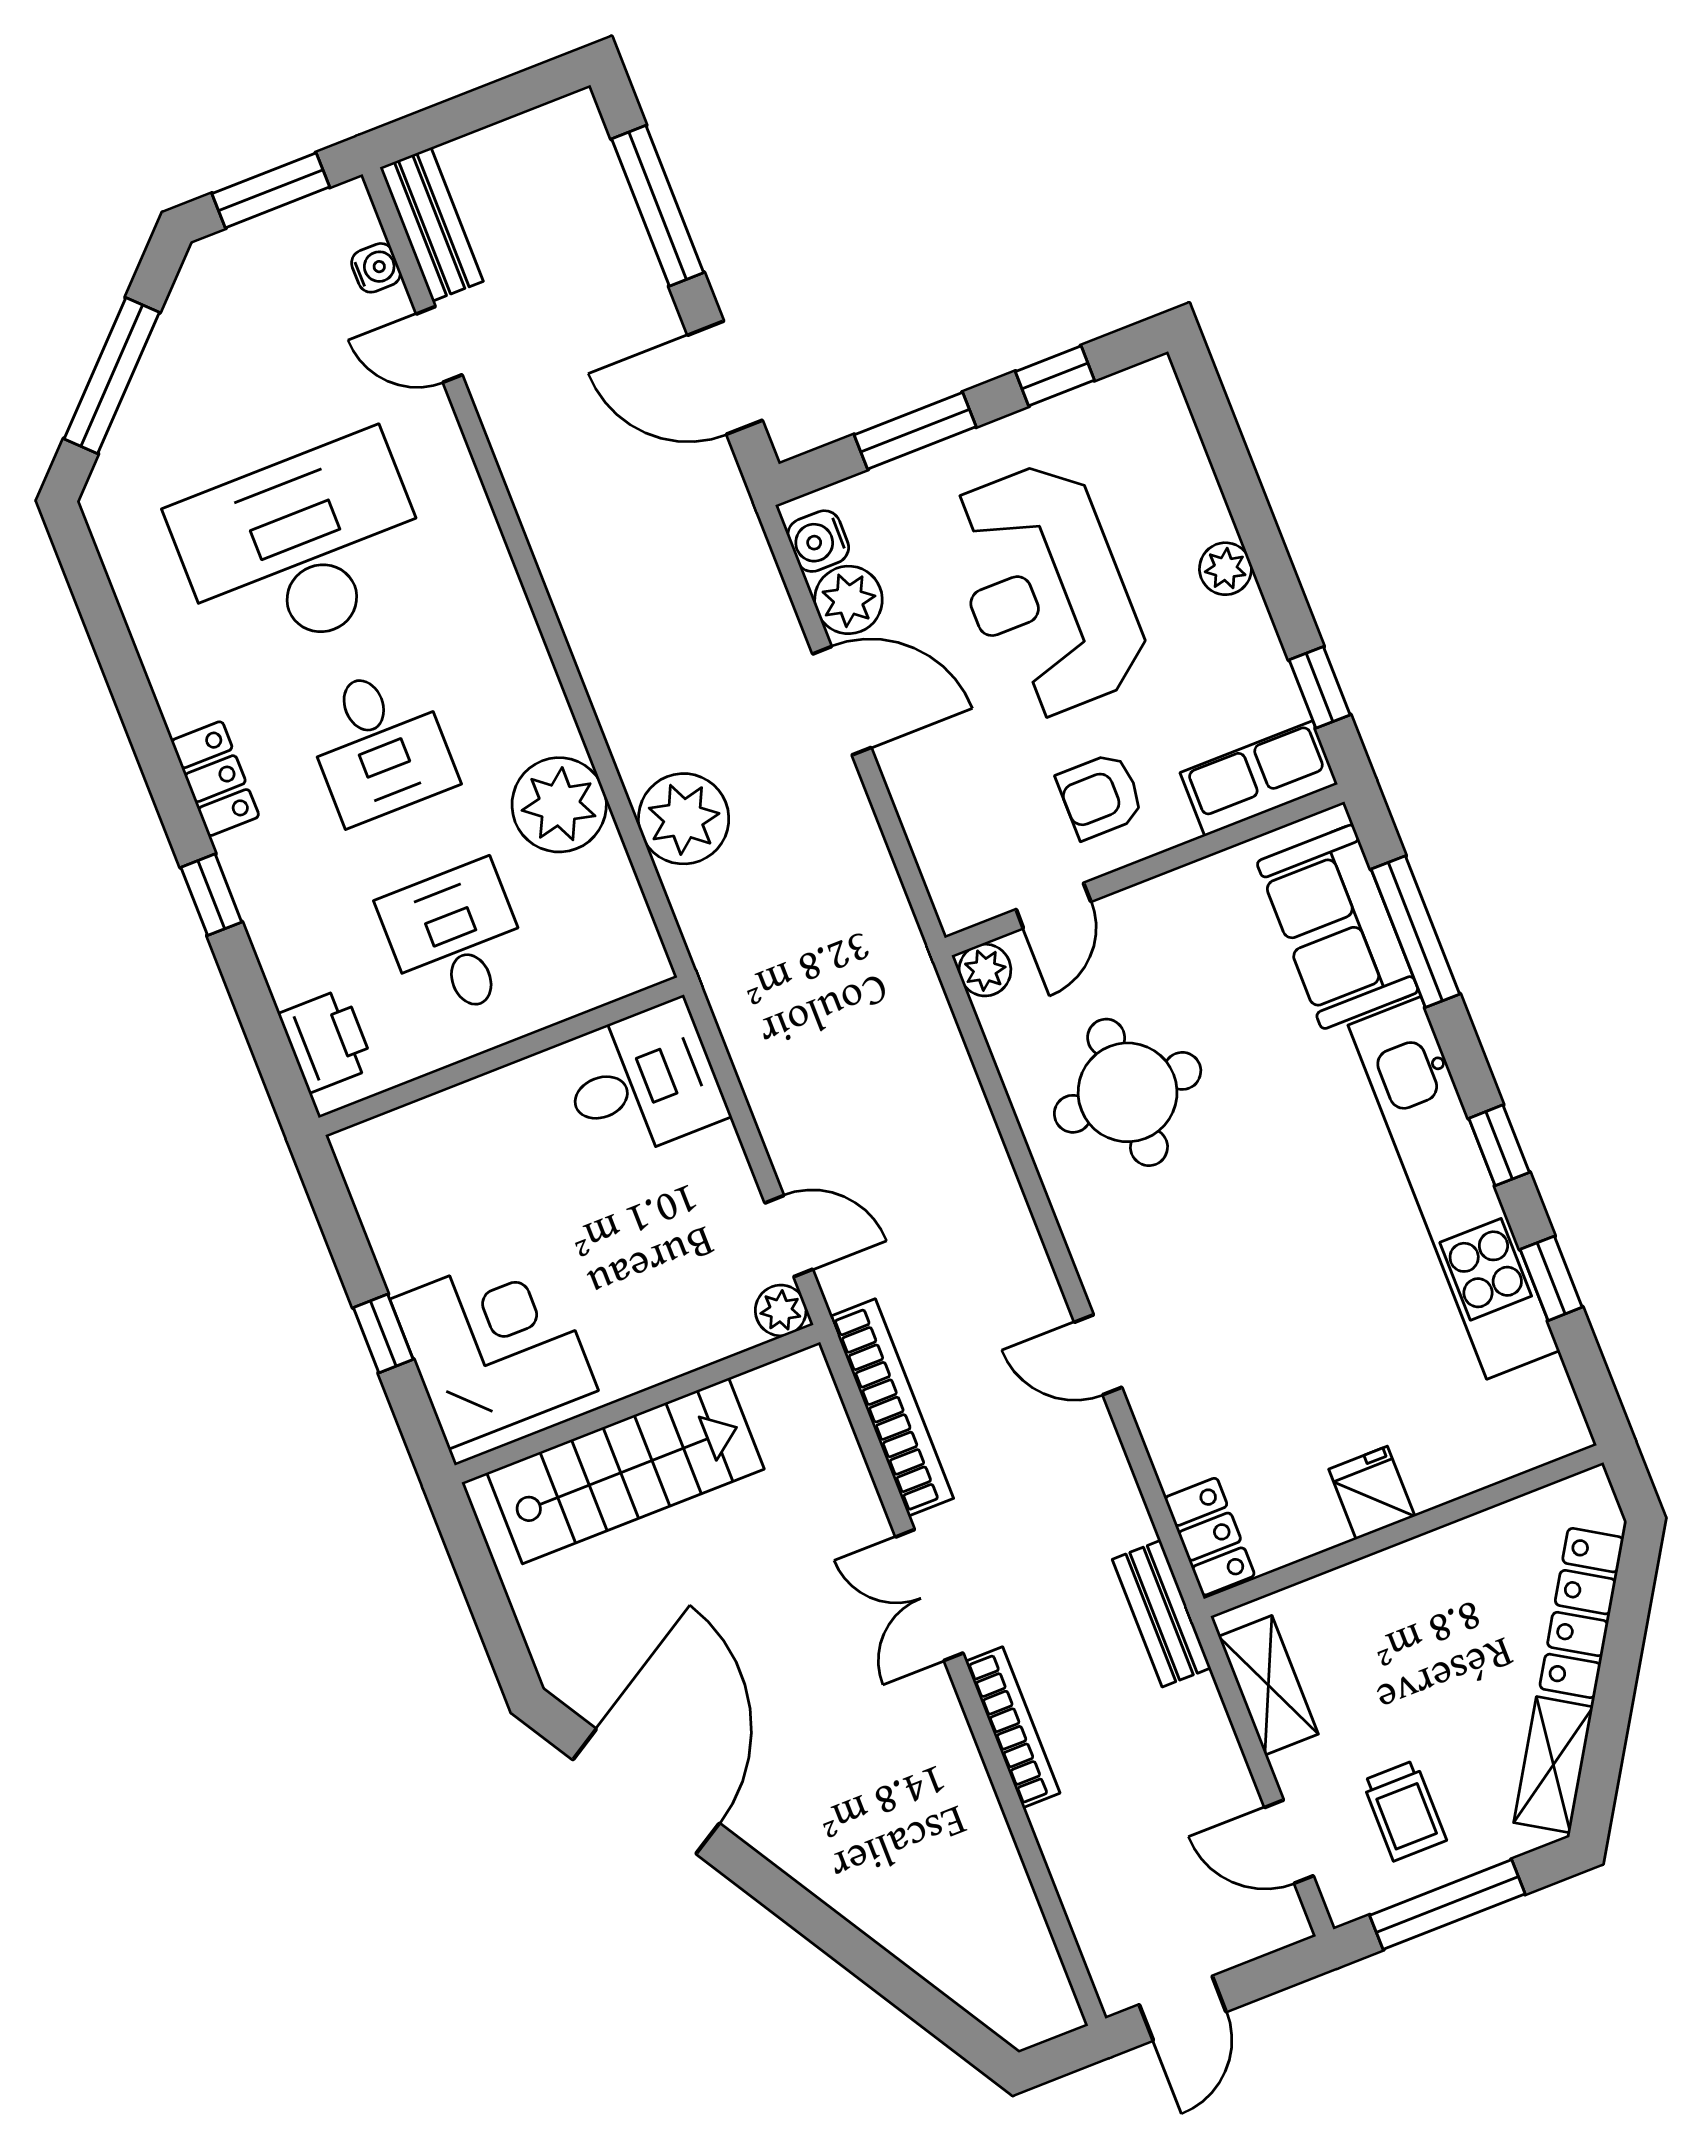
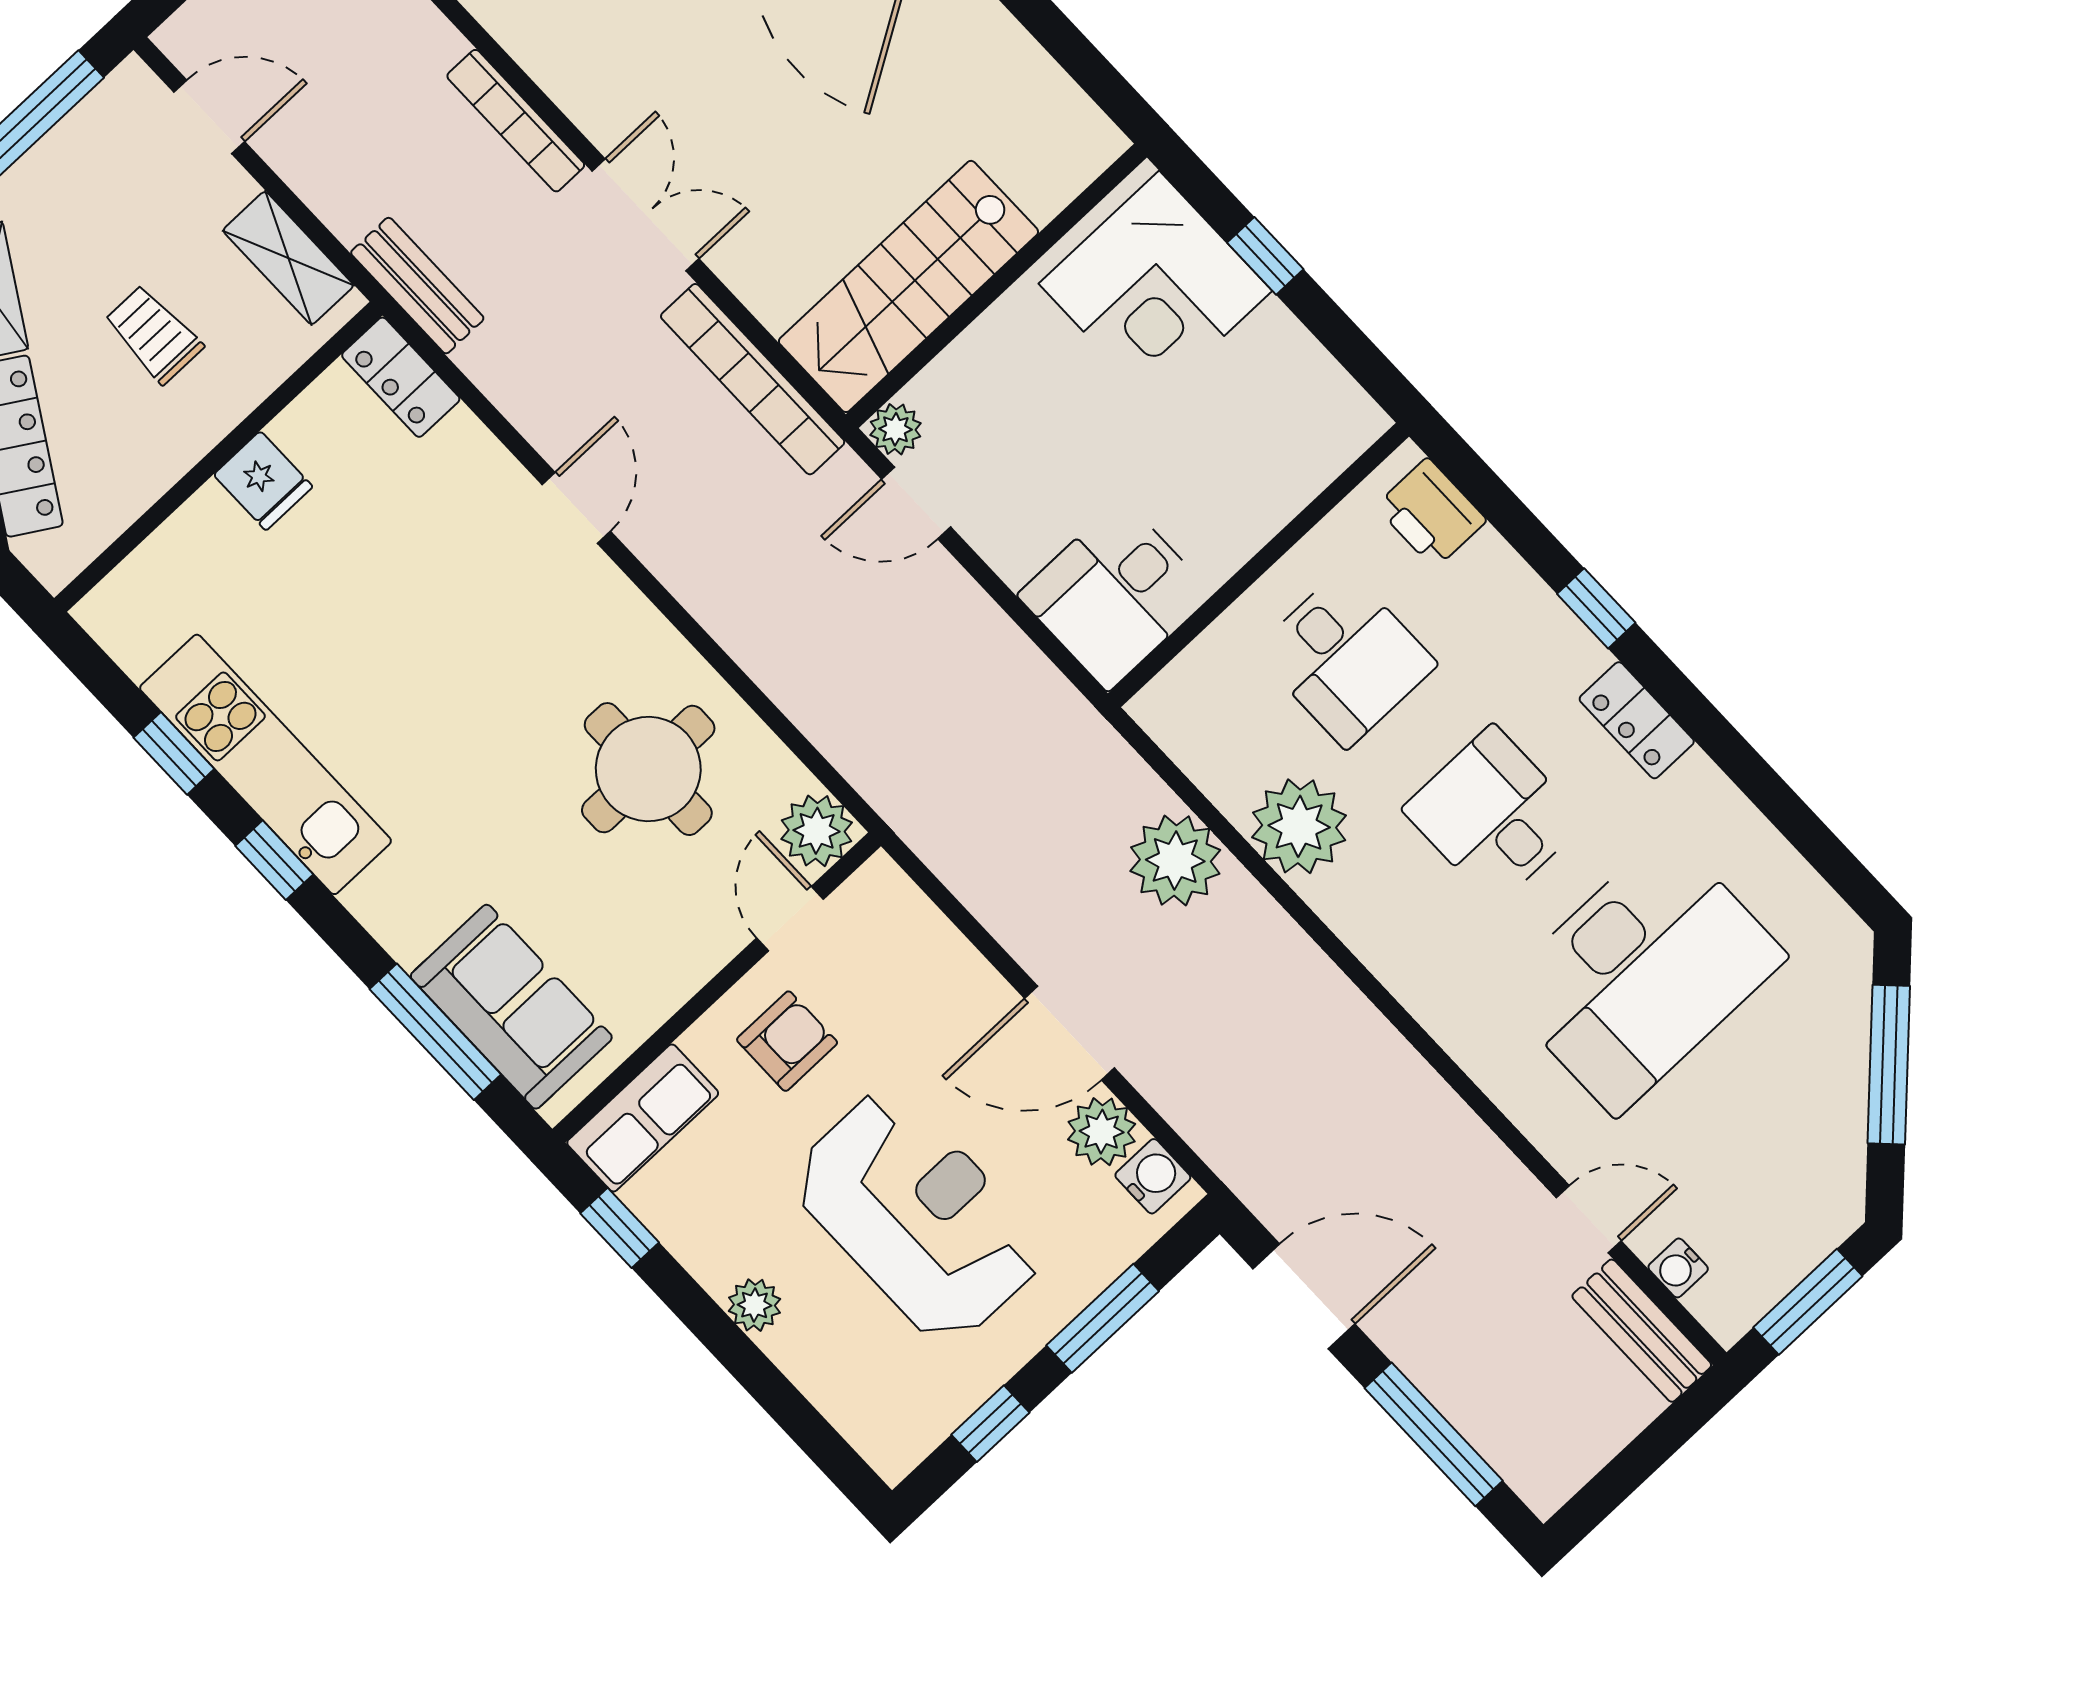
plant: (985, 970) -> (817, 831), width x1.38, depth x1.38
kitchen unit: (1454, 1188) -> (266, 764), width x0.73
door: (1098, 1355) -> (576, 508), hinge flipped
stairs: (625, 1471) -> (908, 286), moved
trolley: (1404, 1811) -> (154, 334), moved

